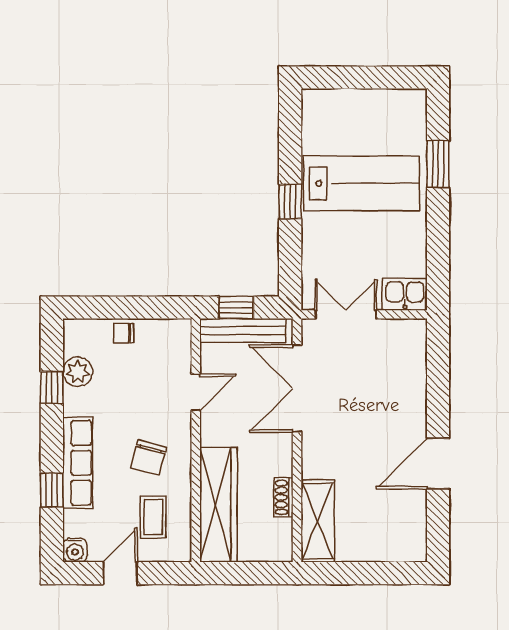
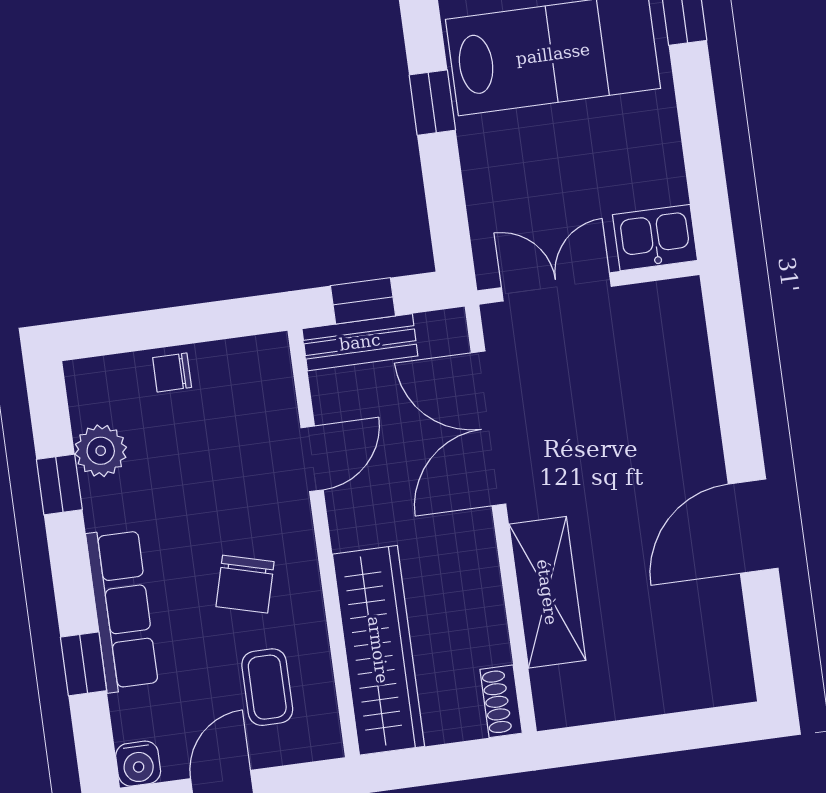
bench: (243, 331) -> (360, 342), width x0.73
shoe rack: (283, 497) -> (501, 701), moved
shelving: (318, 521) -> (547, 592), moved

